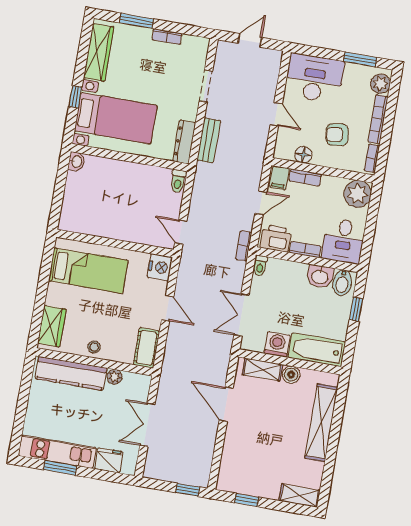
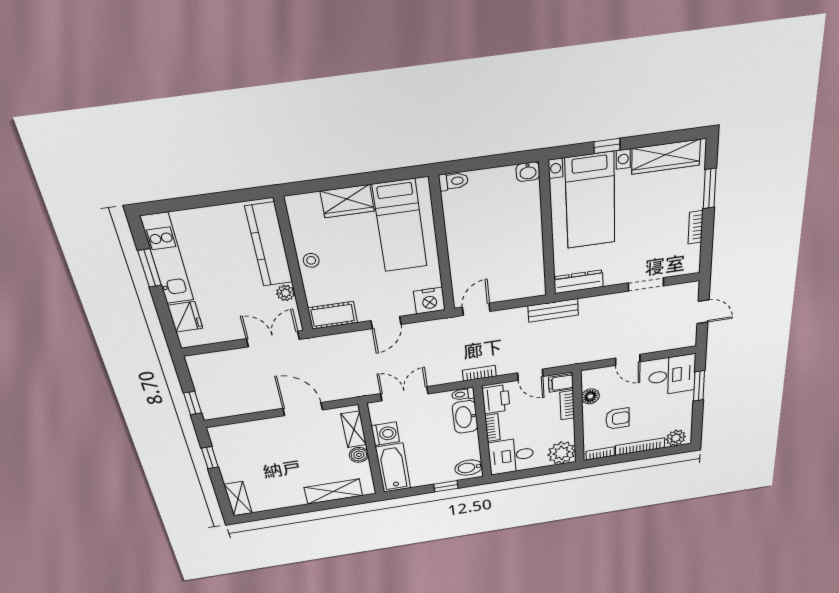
window: (360, 59) -> (699, 386), moved
desk: (314, 78) -> (672, 375), width x0.73
door: (276, 114) -> (628, 360), hinge flipped
armchair: (337, 135) -> (618, 419), turned 98
bench: (209, 140) -> (553, 310), moved
toilet: (178, 181) -> (453, 181), moved, turned 180
washbasin: (320, 276) -> (465, 417), moved, width x1.38
wardrobe: (52, 326) -> (347, 201), moved
door: (226, 404) -> (303, 409), hinge flipped
shelving: (321, 423) -> (333, 492), width x0.68
double door: (147, 425) -> (273, 339), moved

